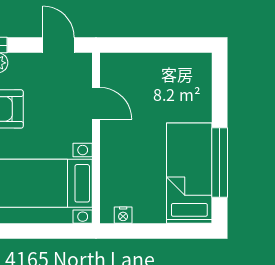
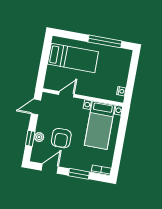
bed: (189, 173) -> (73, 58), moved, turned 180

